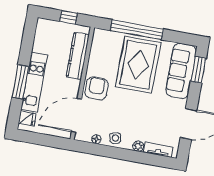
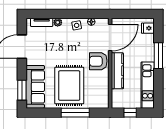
window: (137, 30) -> (75, 113), width x0.68
kitchen counter: (78, 56) -> (117, 71), moved
kitchen unit: (34, 82) -> (148, 85), moved
armchair: (97, 88) -> (98, 61), turned 90

